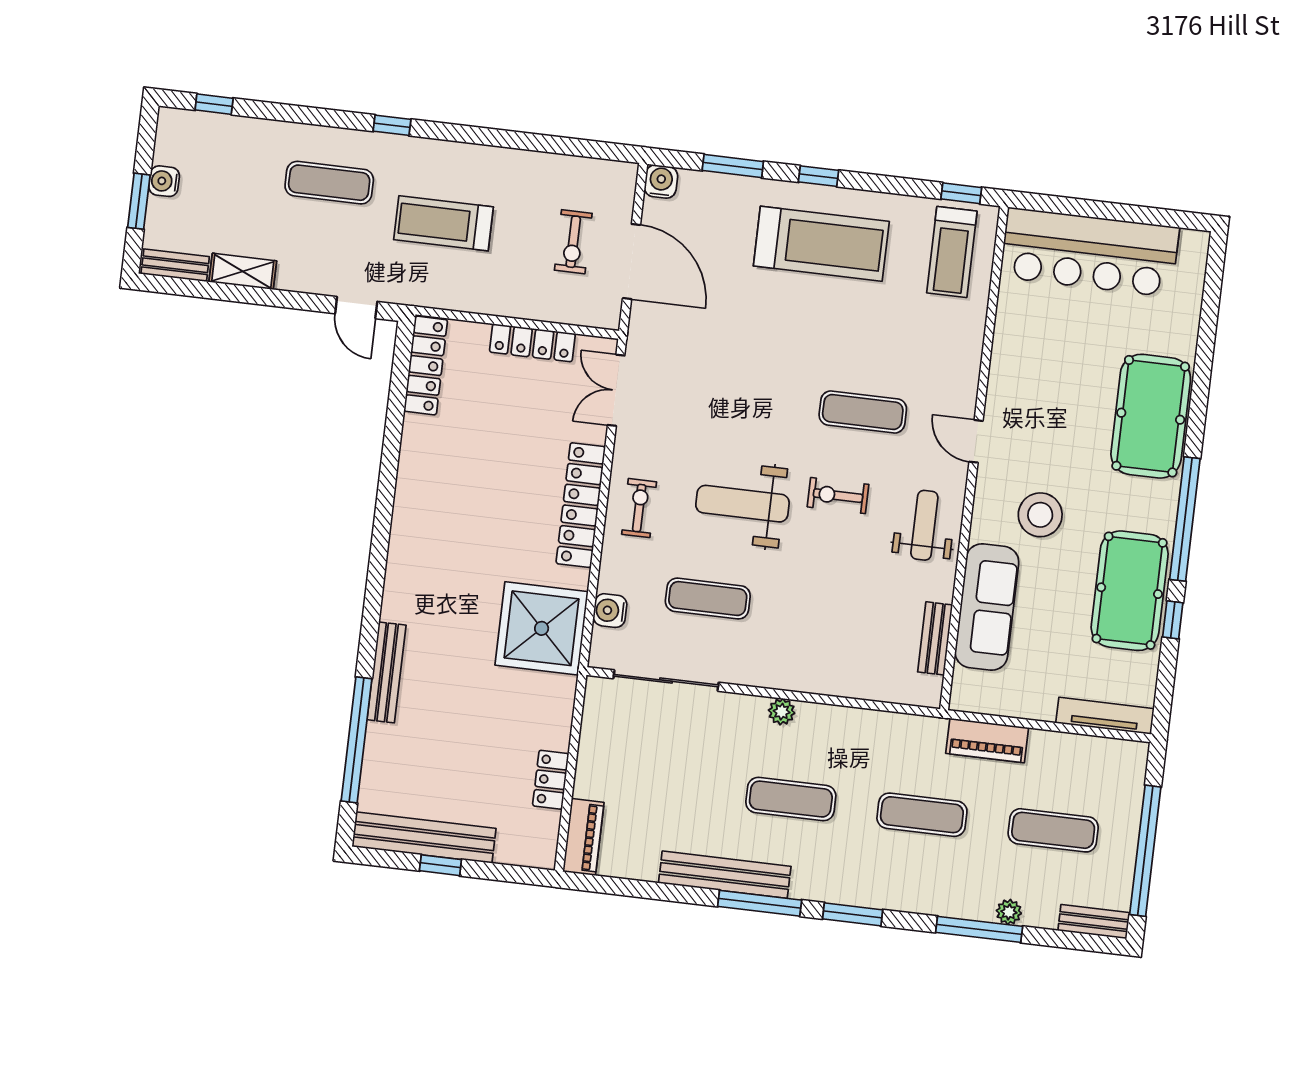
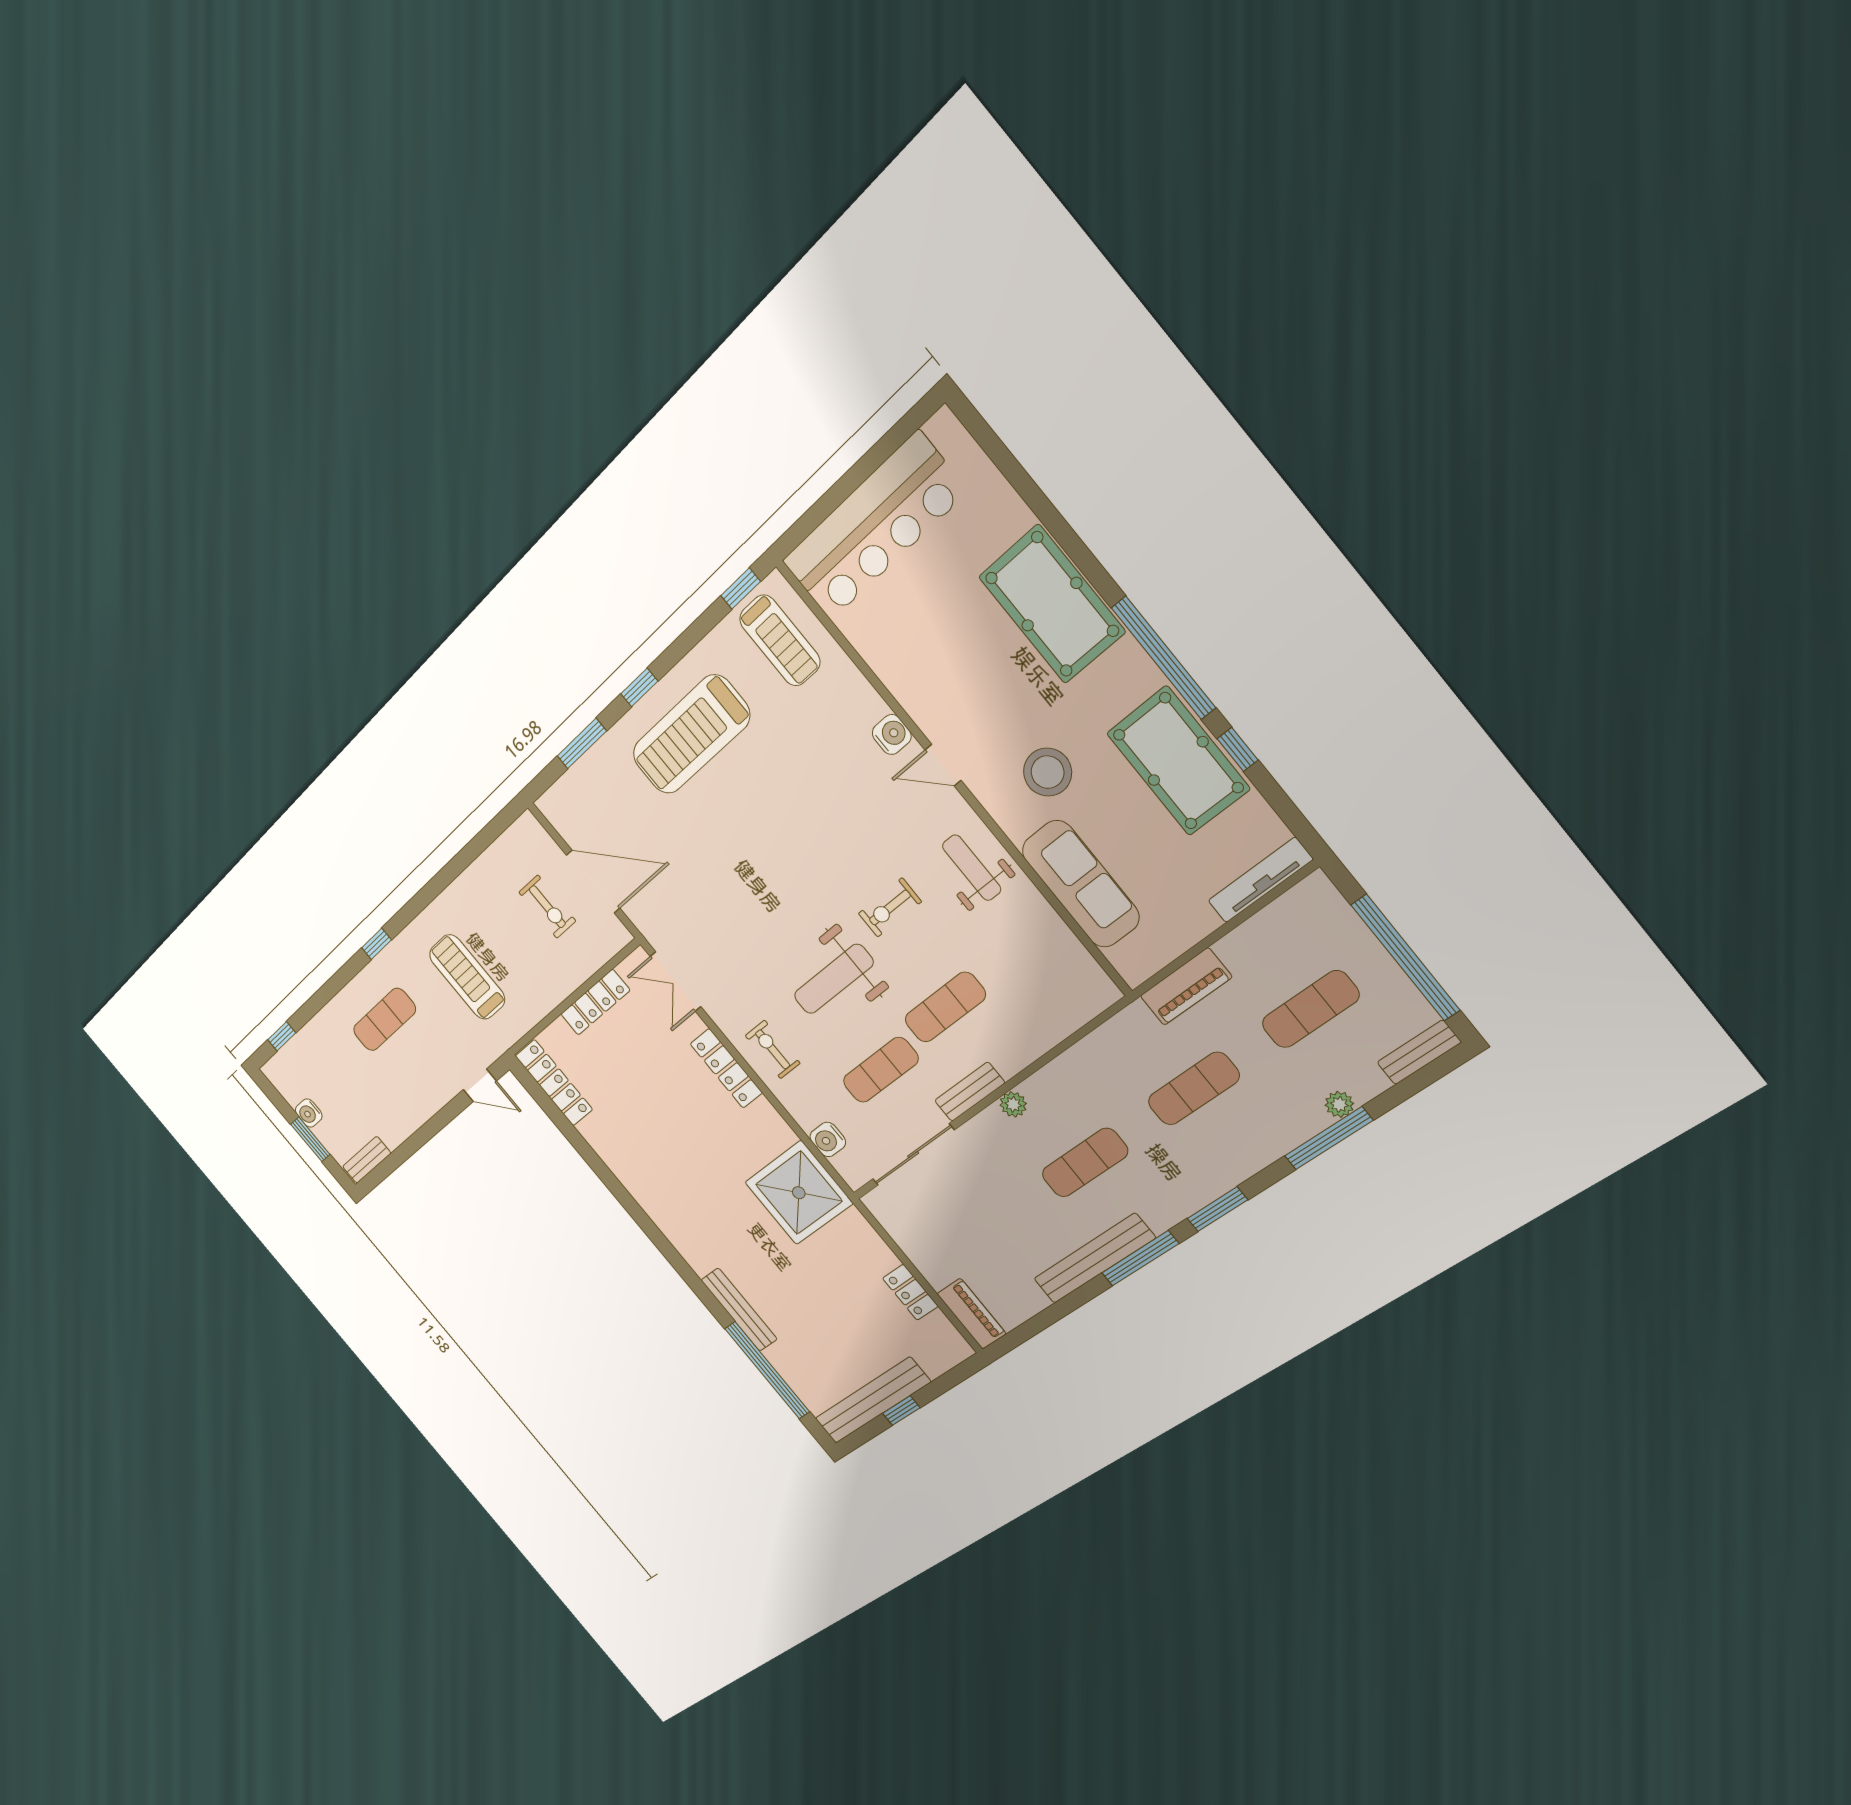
water cooler: (661, 182) -> (892, 735), moved, turned 90
treadmill: (443, 223) -> (467, 977), turned 90
treadmill: (821, 244) -> (691, 735), turned 180
shelving: (243, 271) -> (402, 1127), removed
exercise mat: (863, 412) -> (945, 1007), moved
locker: (581, 505) -> (726, 1068), width x0.71, depth x0.83
bench: (935, 638) -> (970, 1092), moved, turned 90

